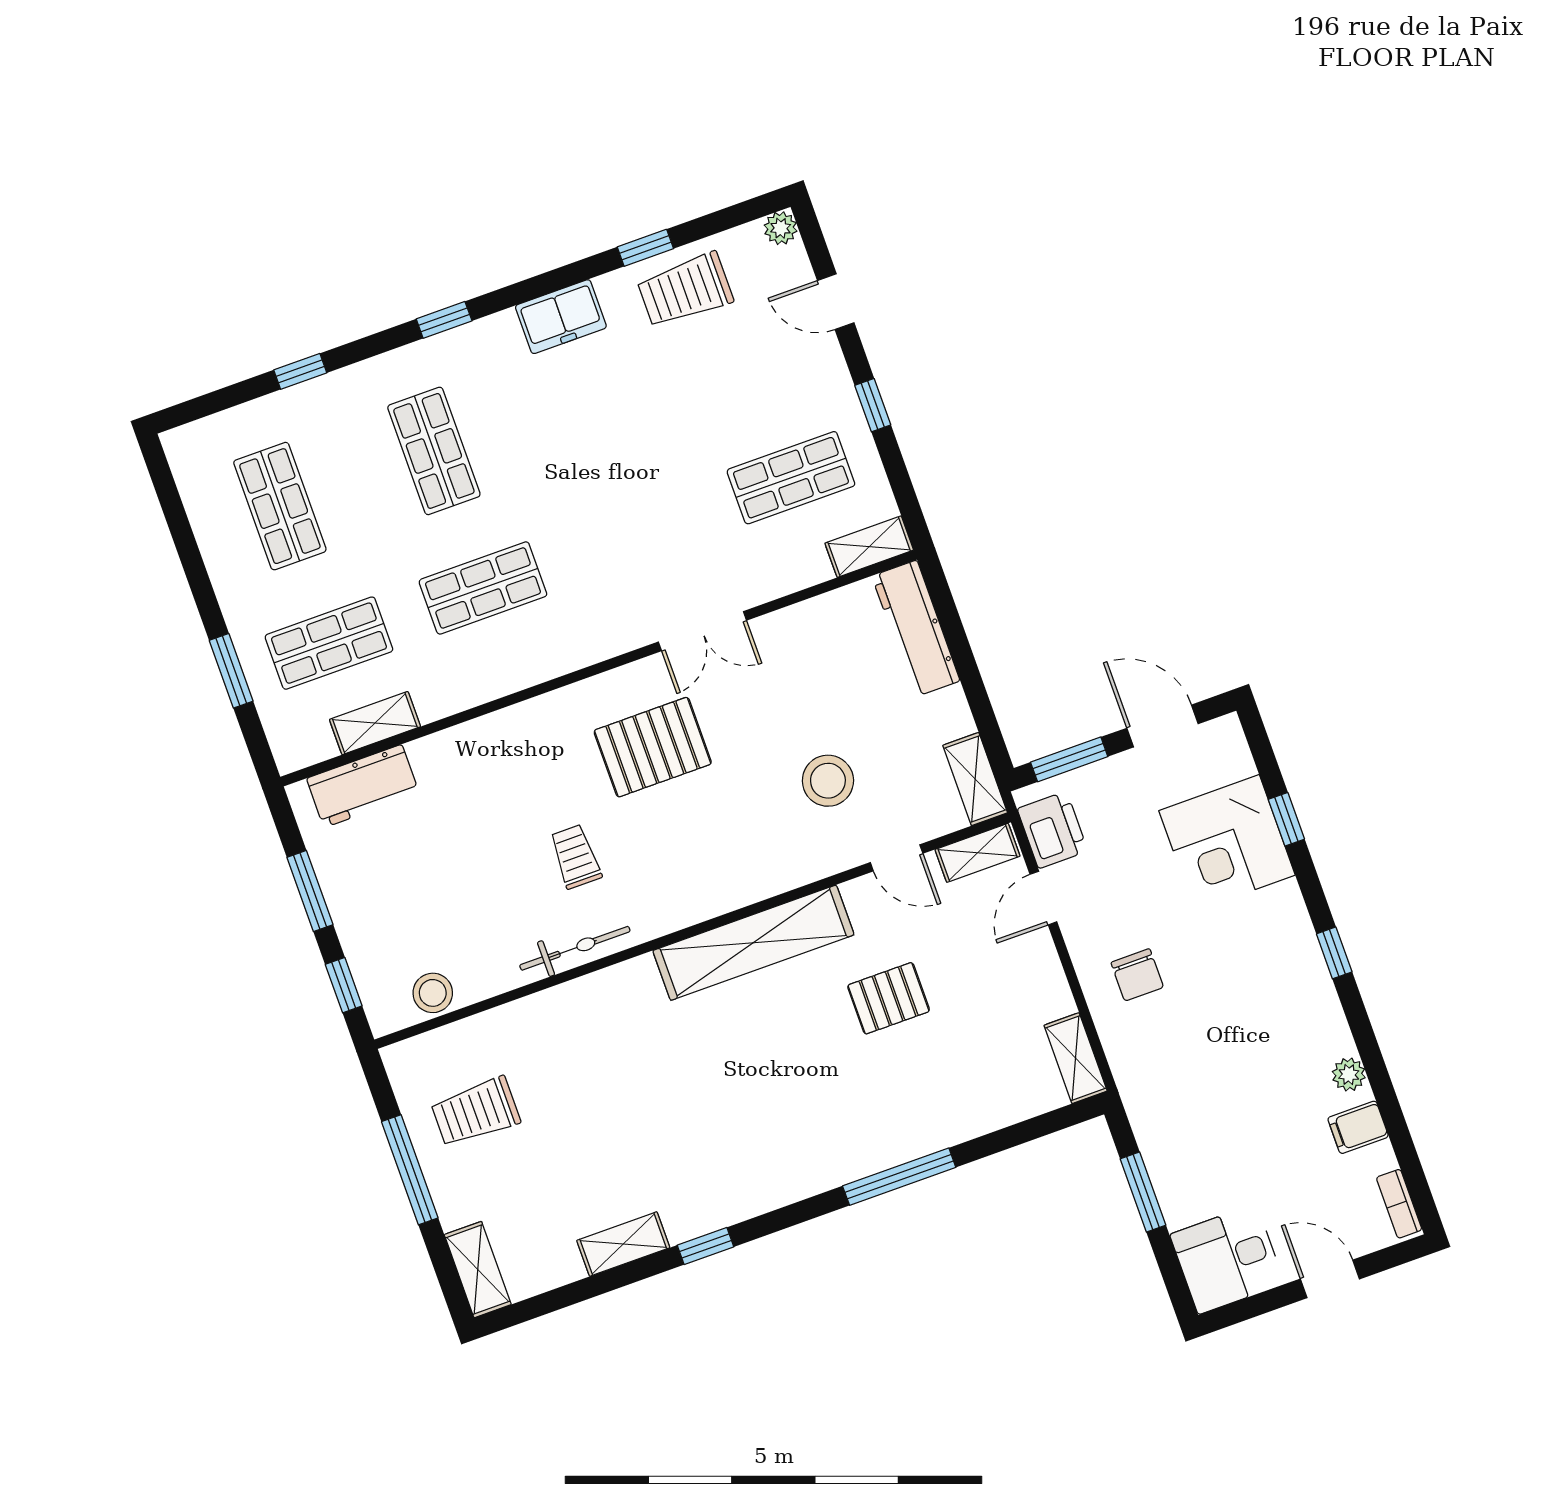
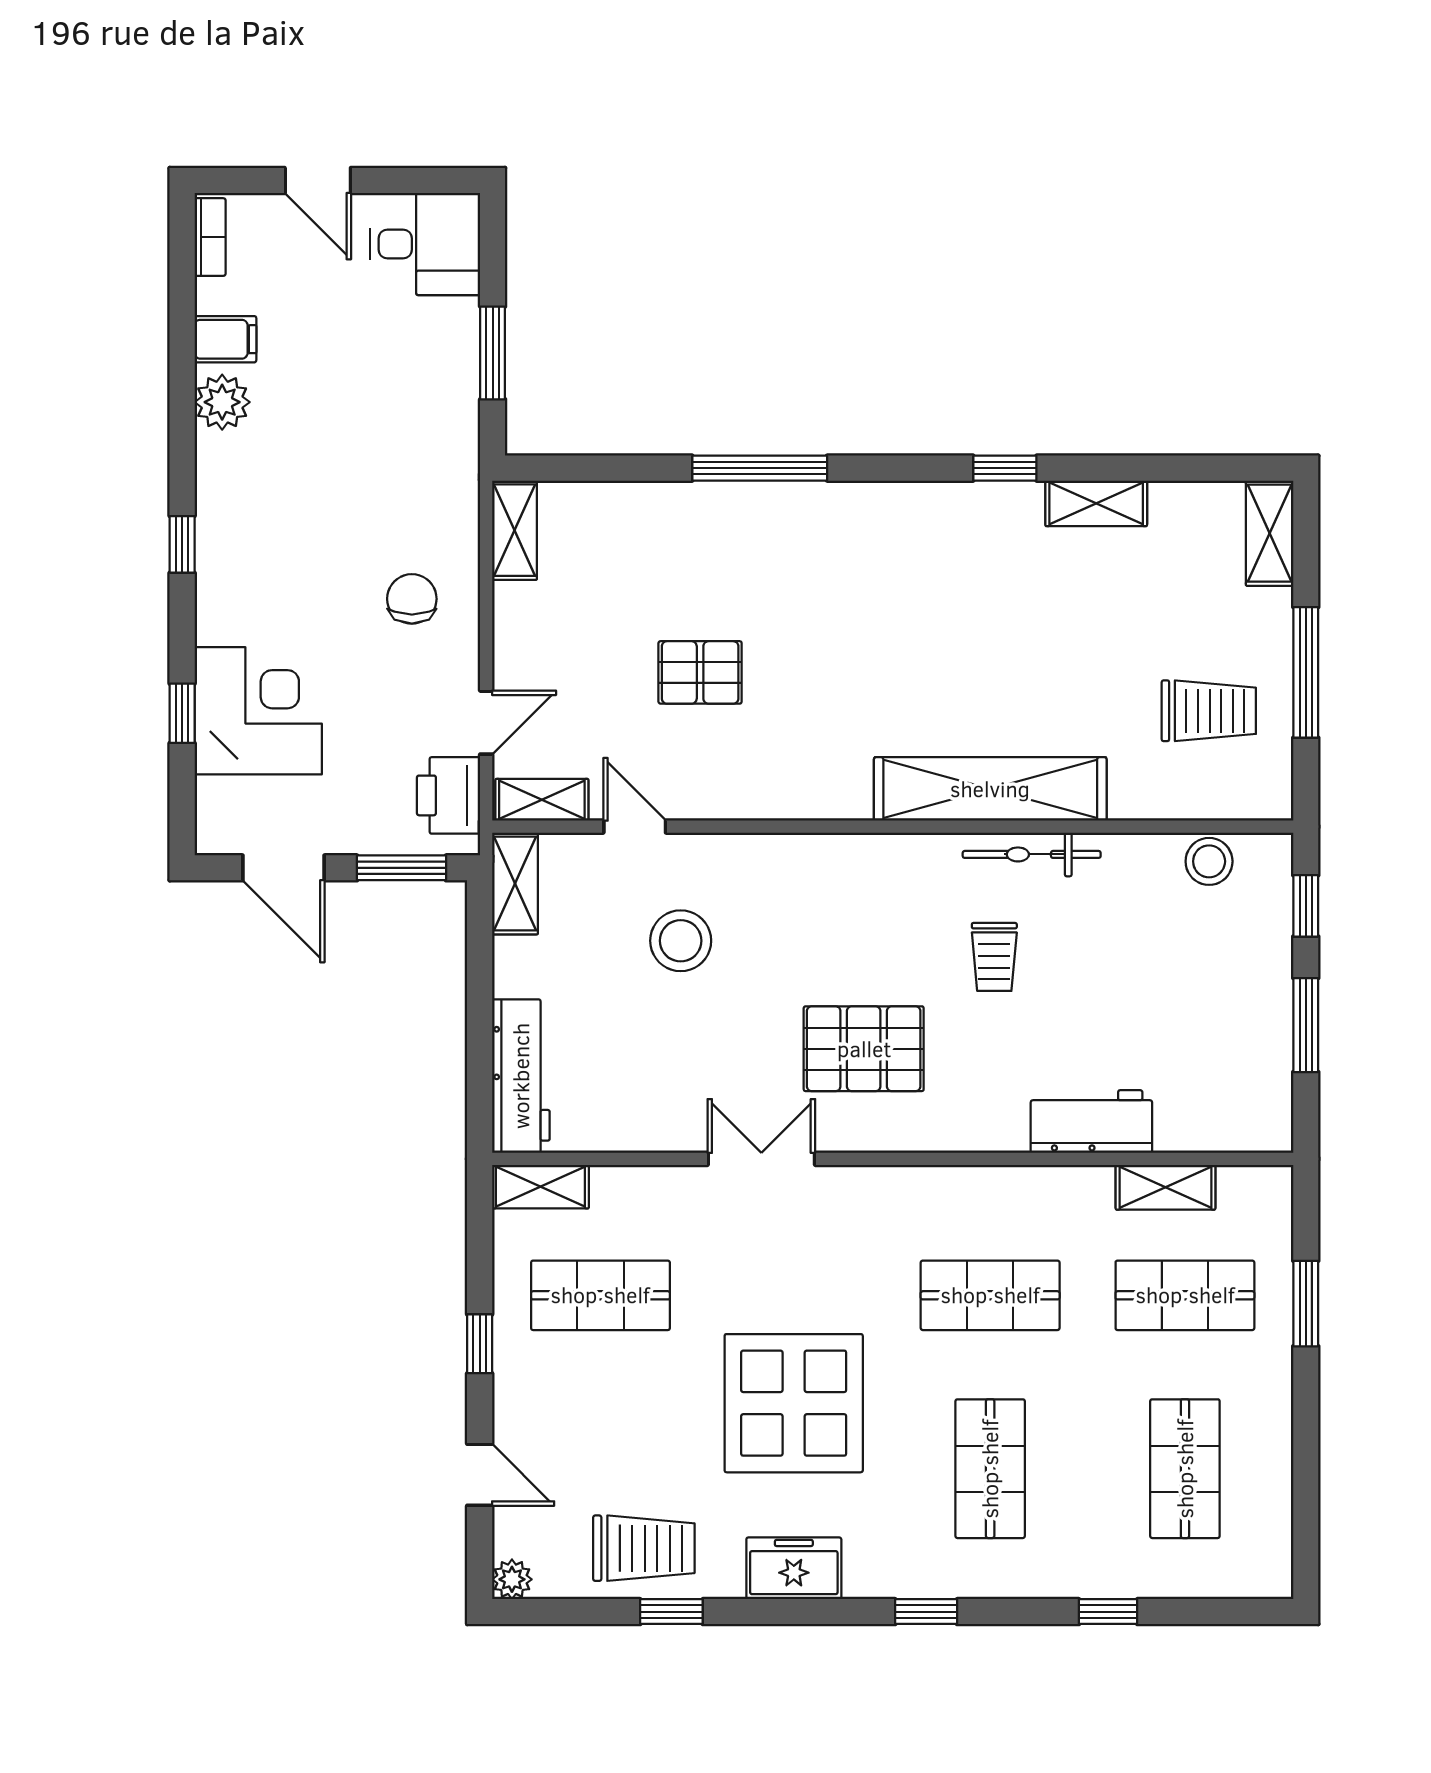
display table: (608, 447) -> (794, 1403), added
workbench: (363, 786) -> (1091, 1122), moved
shelving: (753, 943) -> (990, 789), moved
plant: (1349, 1075) -> (222, 402), width x1.38, depth x1.38

